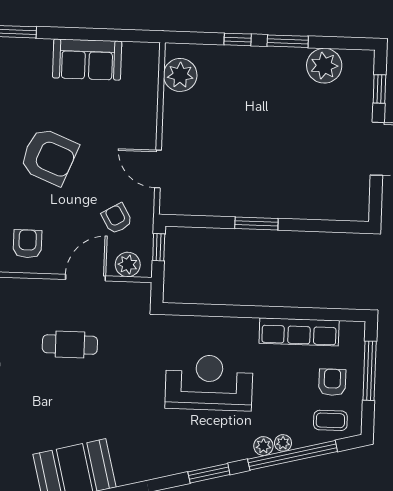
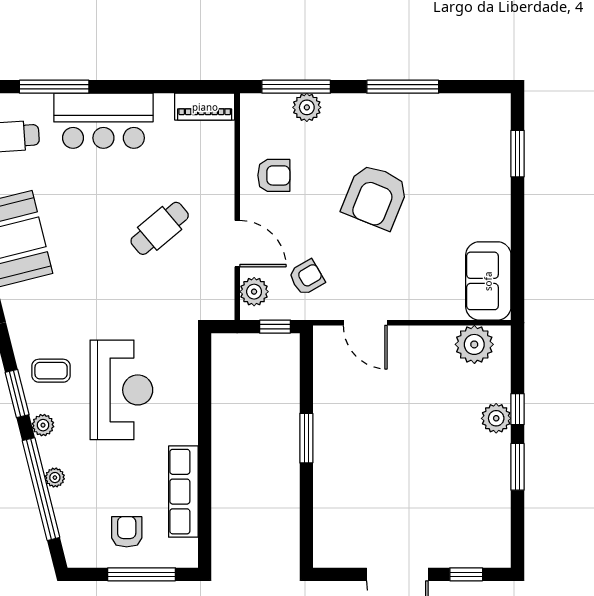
sofa: (87, 60) -> (488, 281), moved
plant: (324, 66) -> (496, 418), moved, width x0.73, depth x0.73
door: (158, 169) -> (365, 323), swing flipped
cafe table: (70, 345) -> (160, 228), turned 50
armchair: (332, 382) -> (127, 532), turned -90
coffee table: (330, 420) -> (51, 371), moved, turned 90
plant: (263, 446) -> (43, 425), moved

